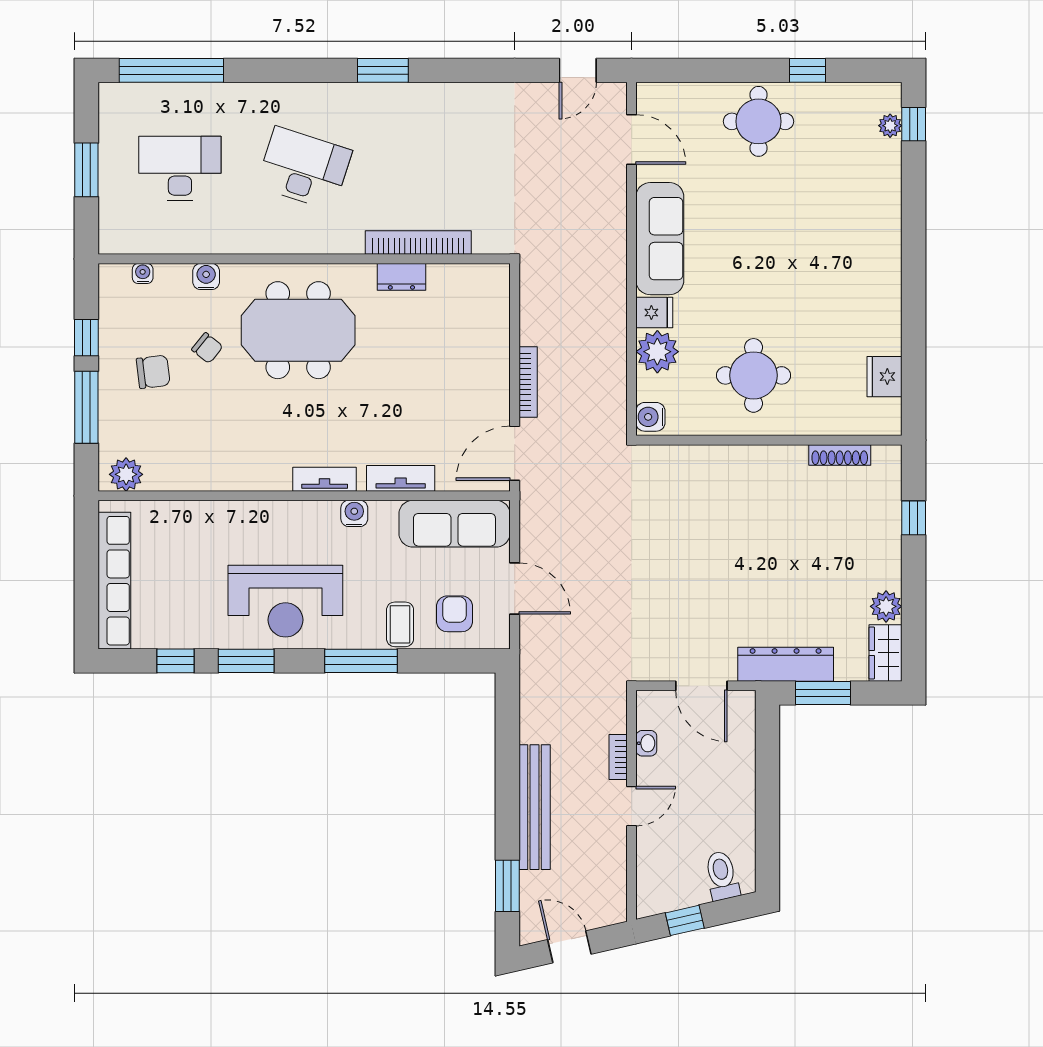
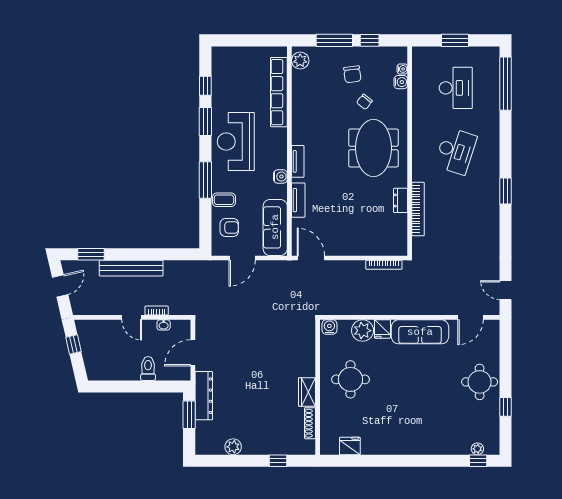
water cooler: (206, 276) -> (401, 82), moved
bookcase: (528, 382) -> (384, 265), moved
row of seats: (114, 581) -> (279, 92), moved, turned 90
wardrobe: (886, 653) -> (307, 392), moved, turned -90
toilet: (722, 876) -> (148, 369), moved, turned -77

